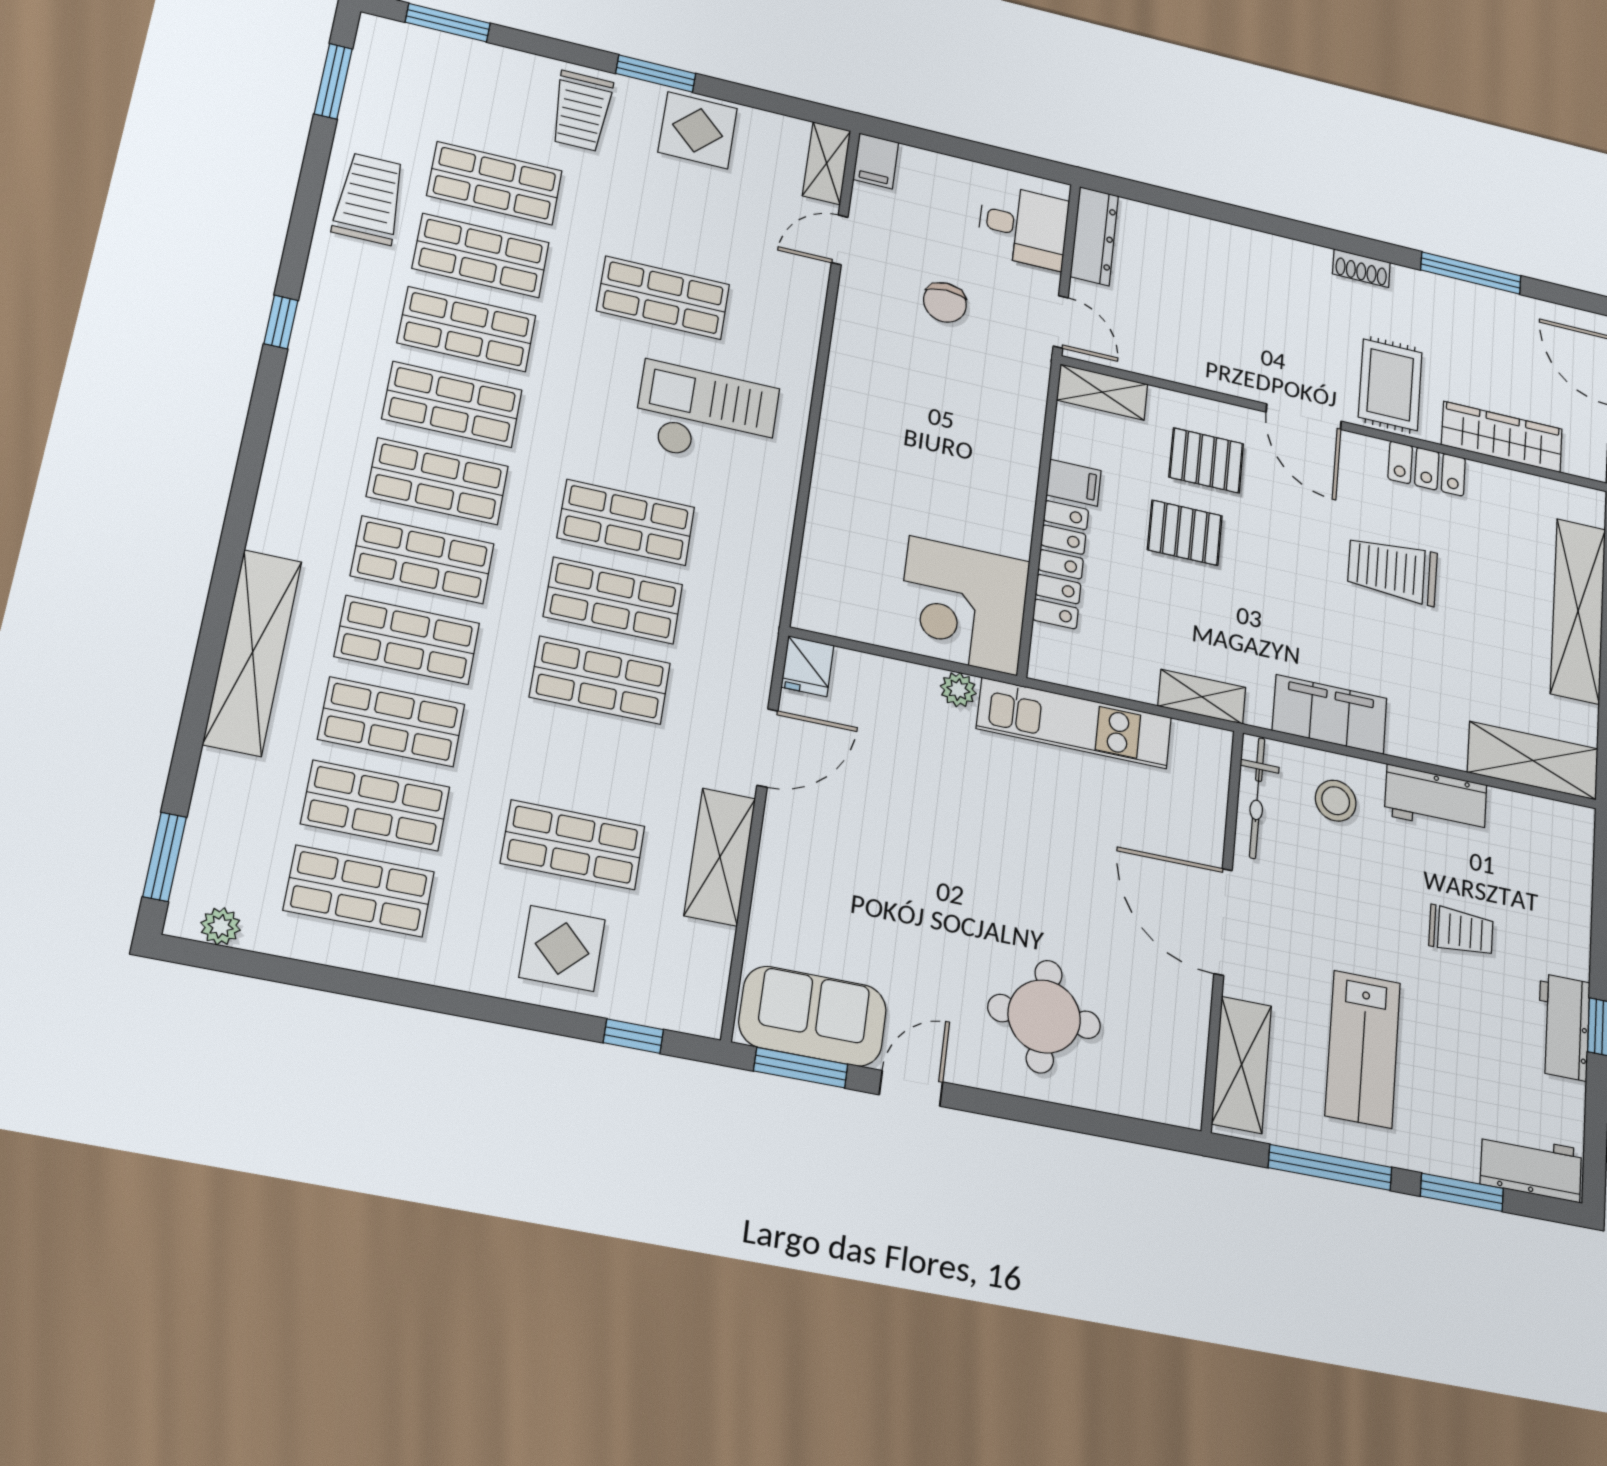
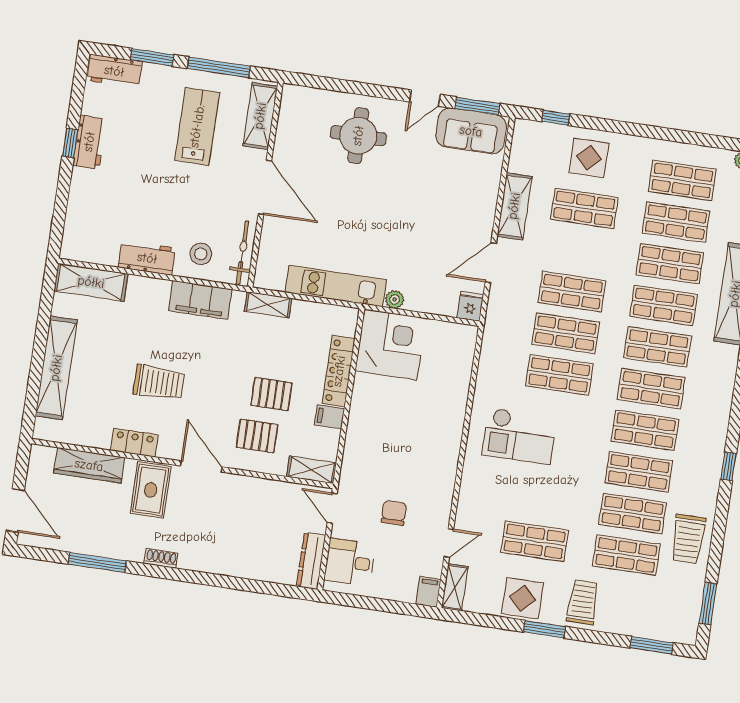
shop shelf: (663, 298) -> (535, 541), moved
trolley: (1461, 931) -> (140, 189), removed

